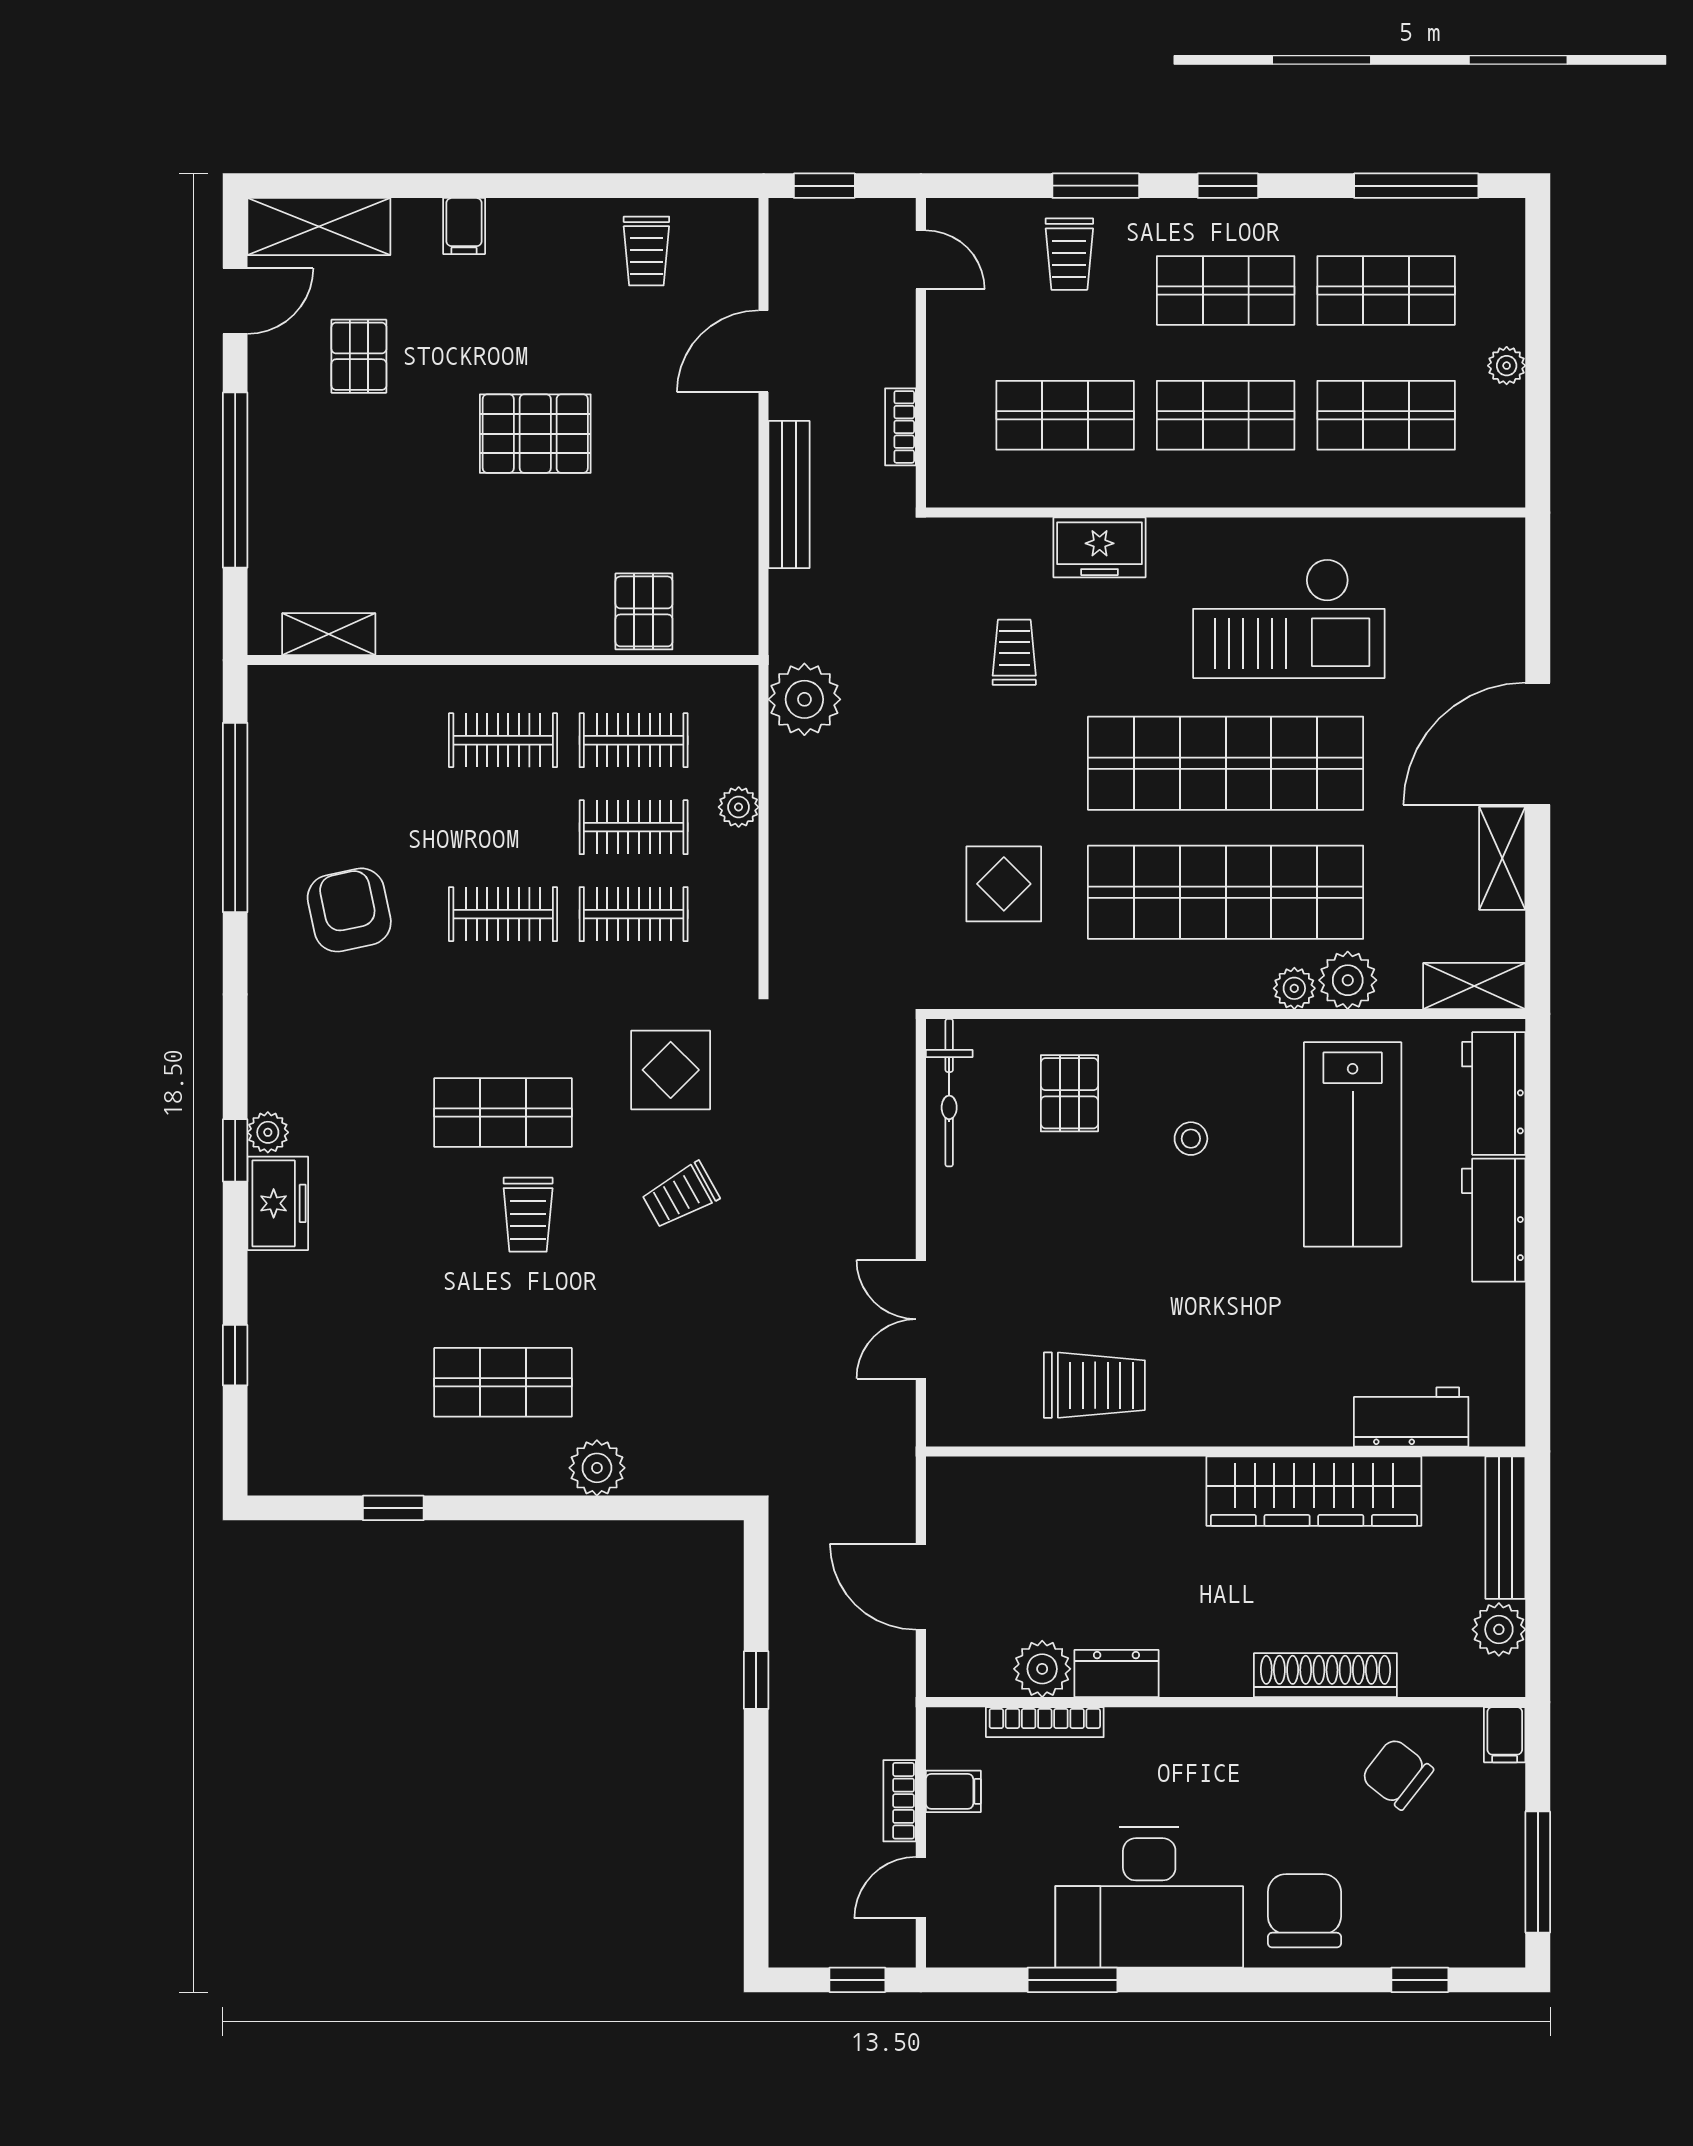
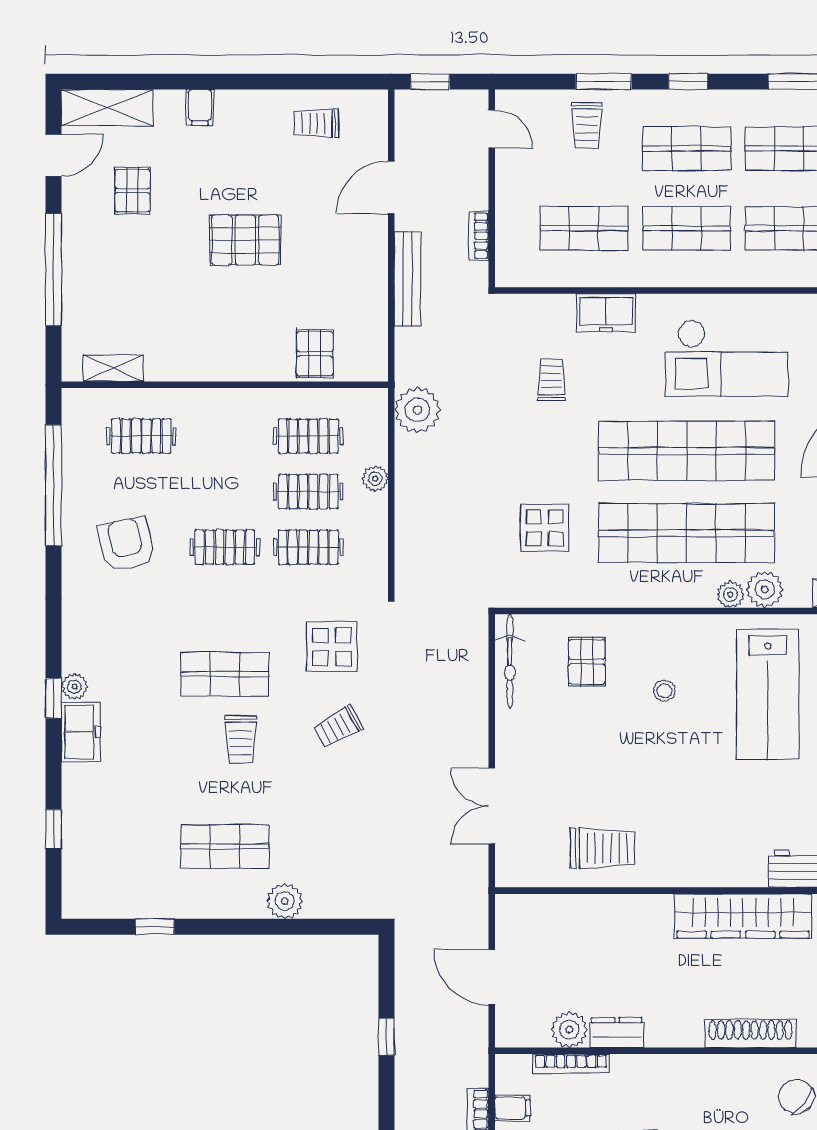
trolley: (646, 251) -> (316, 123), turned 90
clothes rail: (503, 740) -> (141, 436), moved

